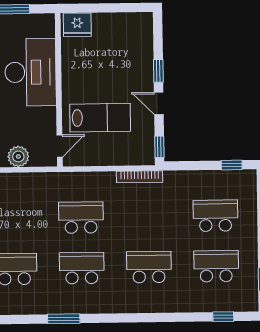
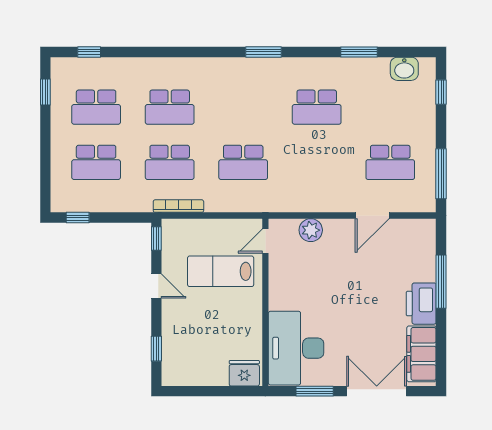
window: (158, 71) -> (156, 349), moved
desk: (31, 72) -> (296, 348), moved
school desk: (82, 268) -> (170, 162), moved

